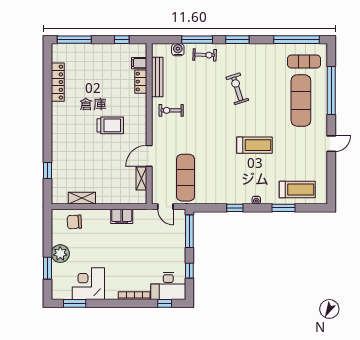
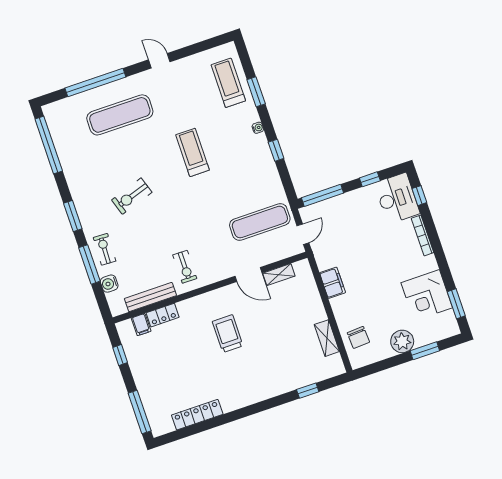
exercise mat: (304, 62) -> (72, 127), removed

